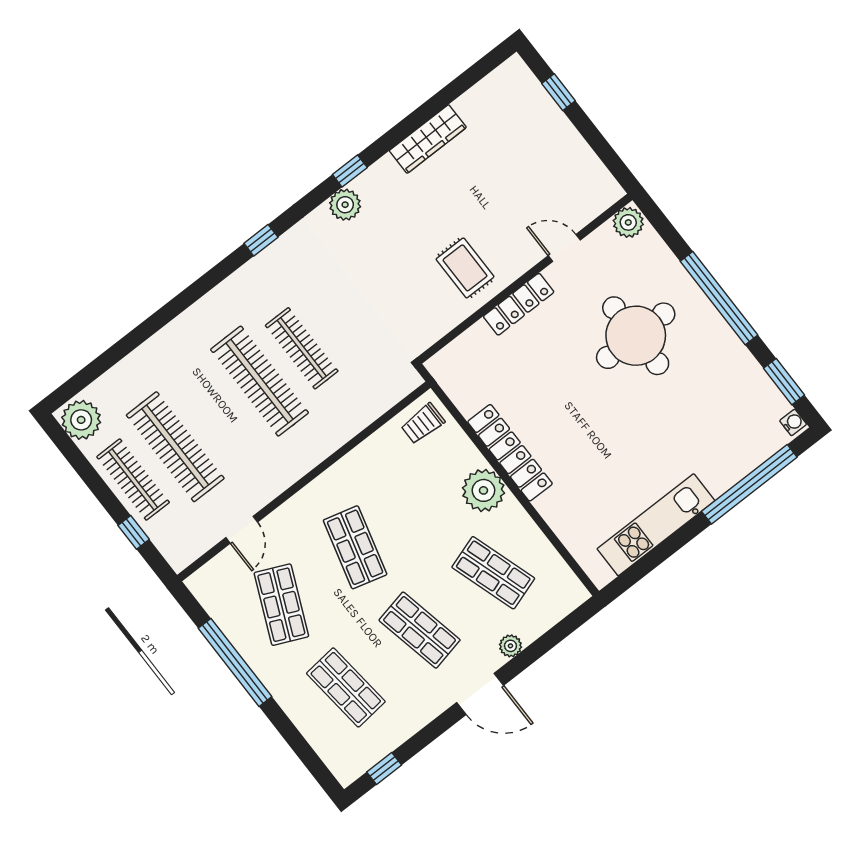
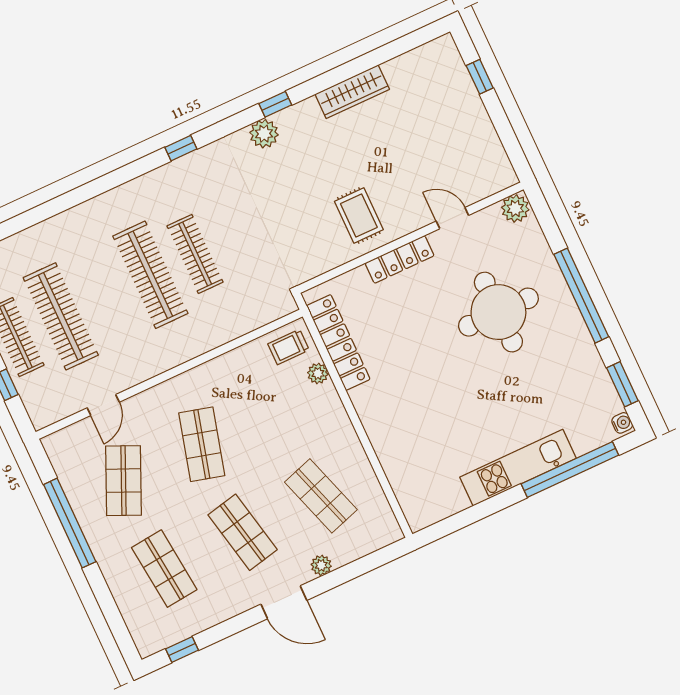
locker: (510, 453) -> (338, 342), moved
plant: (483, 490) -> (318, 373), moved, width x0.53, depth x0.53
kitchen unit: (656, 525) -> (518, 468), moved

